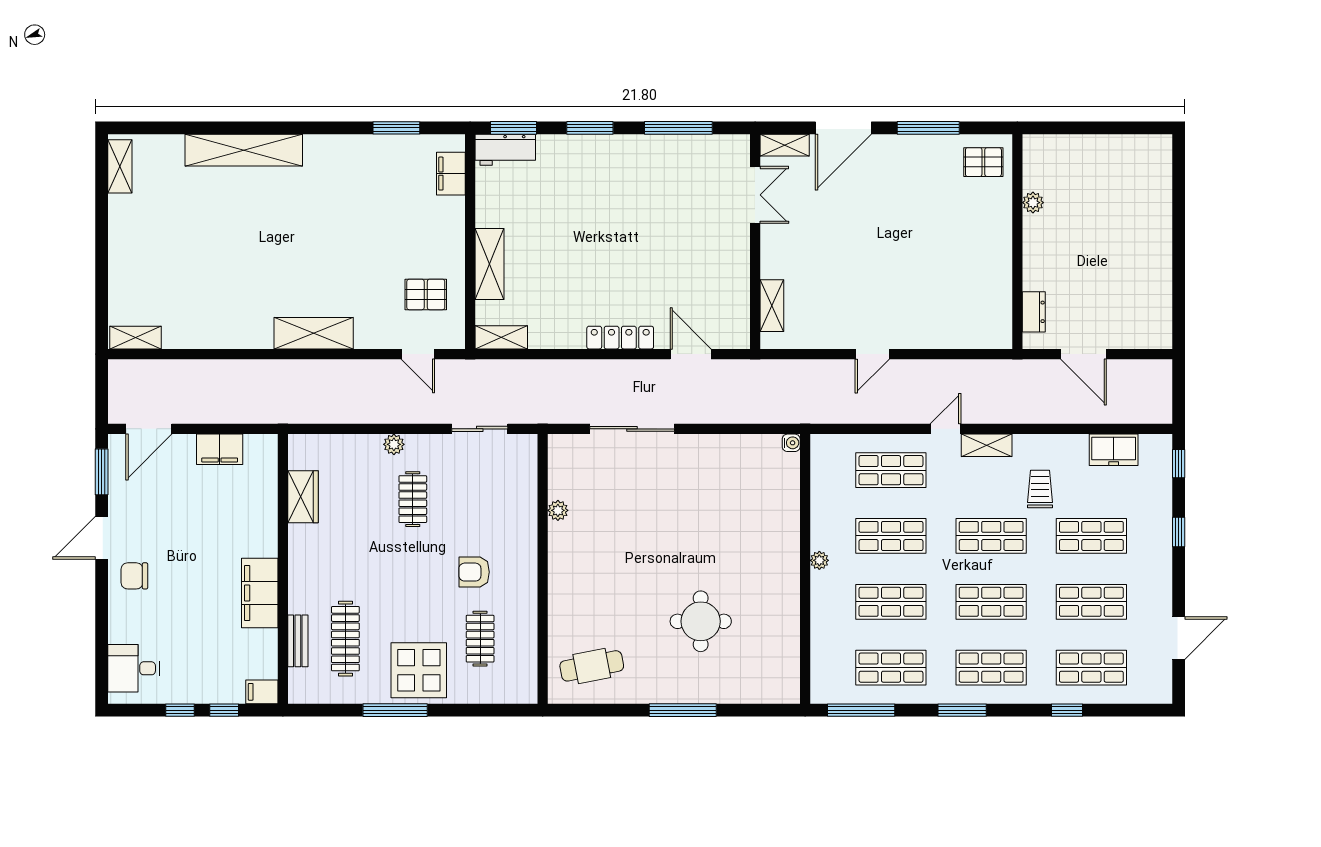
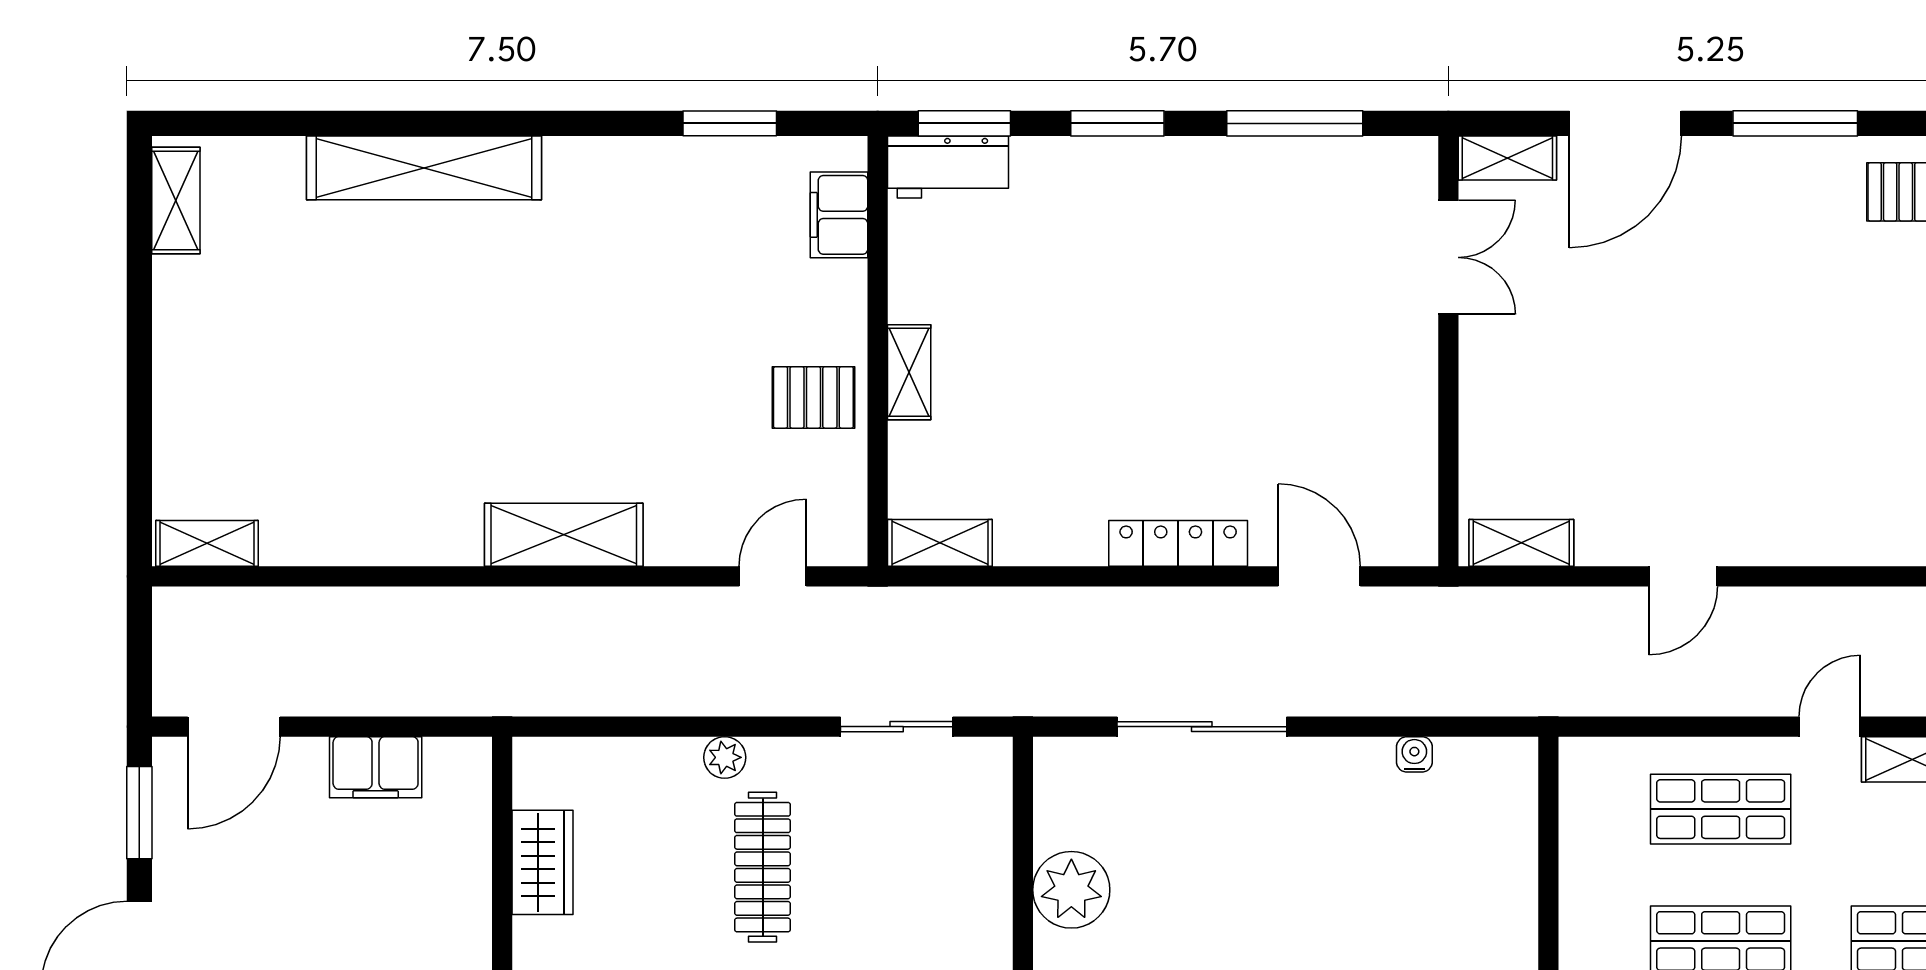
shelving: (489, 264) -> (909, 372), width x0.67, depth x0.75
pallet: (426, 294) -> (813, 397), moved
shelving: (772, 306) -> (1521, 543), moved, turned 90
door: (418, 354) -> (773, 576), swing flipped
water cooler: (791, 443) -> (1414, 754), moved, turned -90
clothes rail: (413, 499) -> (763, 867), width x1.36
plant: (558, 510) -> (1071, 890), width x1.87, depth x1.87

